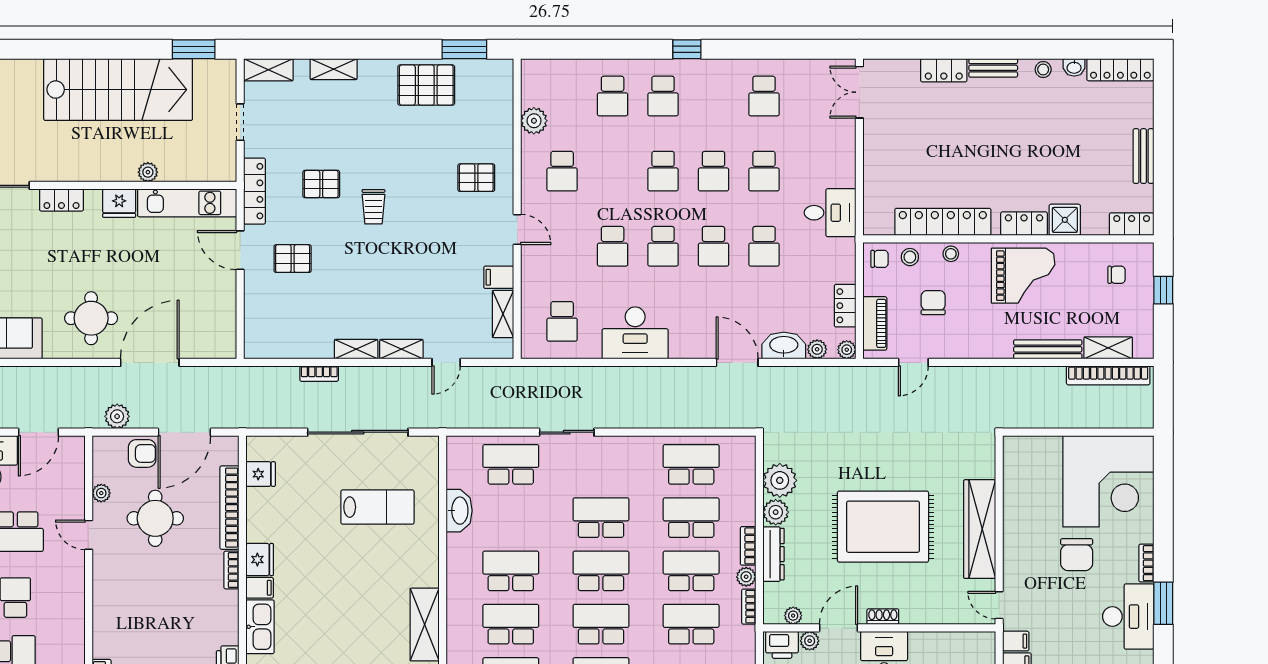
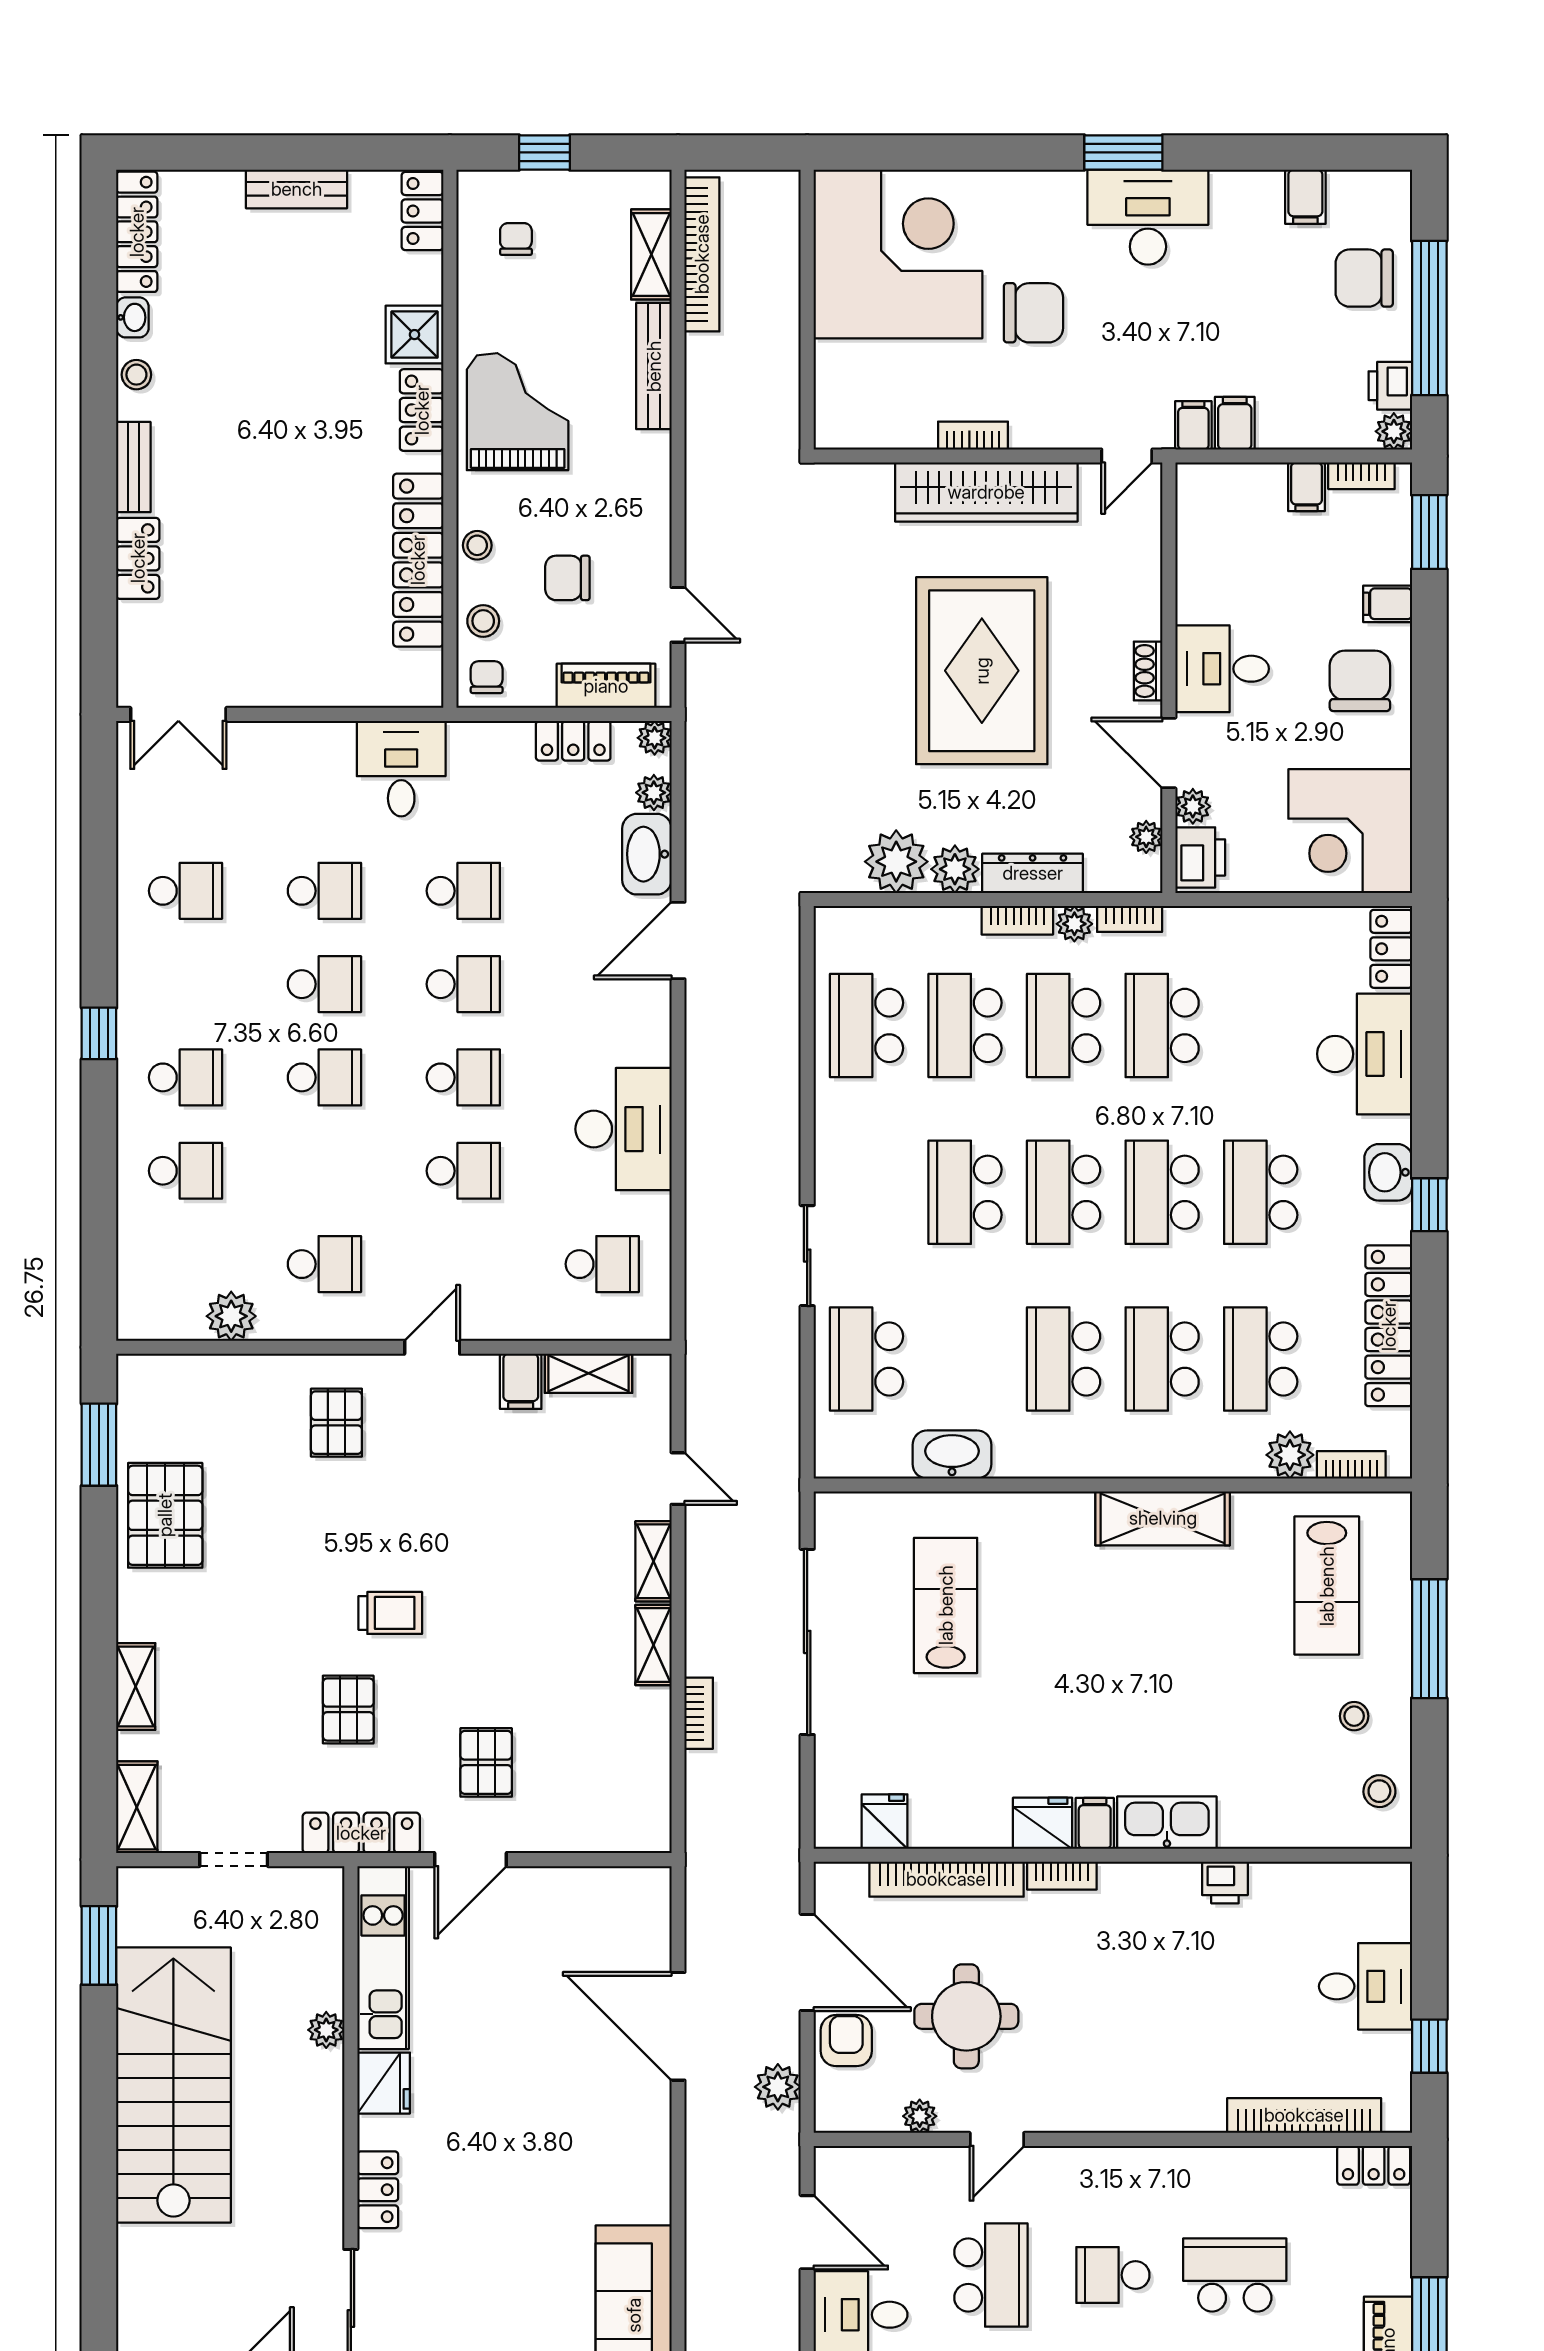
round table: (91, 318) -> (596, 2135), removed
bookcase: (1146, 563) -> (973, 436), moved, turned 180

